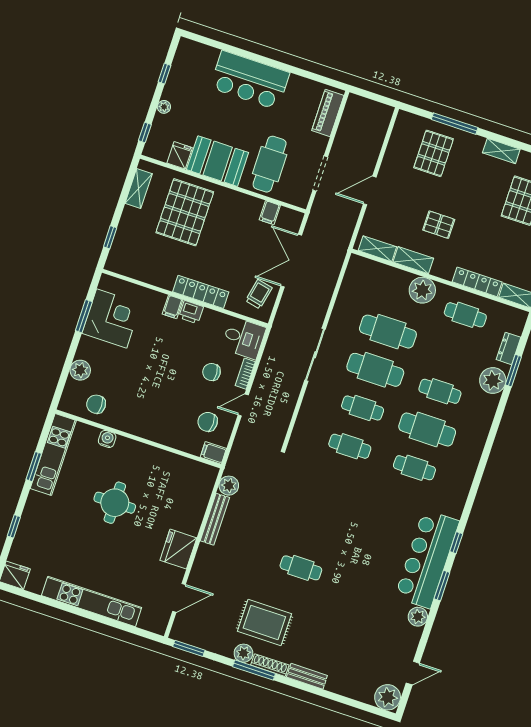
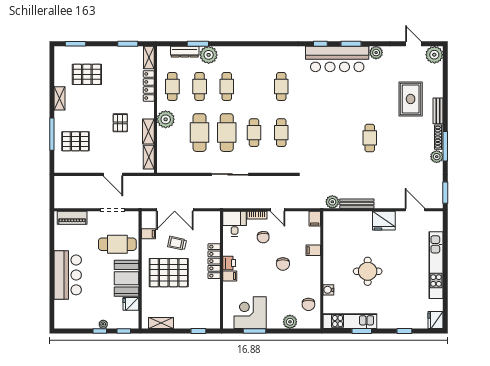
window: (164, 74) -> (100, 331), moved
pallet: (185, 212) -> (169, 273), moved
trolley: (259, 294) -> (177, 243), moved
dresser: (508, 348) -> (185, 52), width x1.44
chair: (208, 422) -> (283, 264), moved
cafe table: (427, 429) -> (200, 86), moved, width x0.73, depth x0.74
filing cabinet: (170, 436) -> (313, 250), added
rug: (264, 622) -> (411, 99), moved

